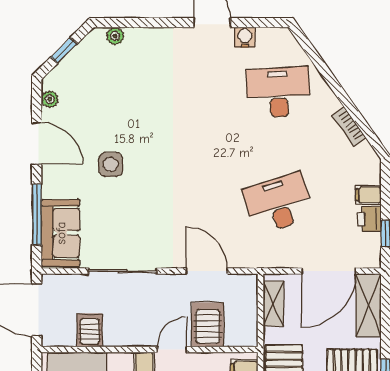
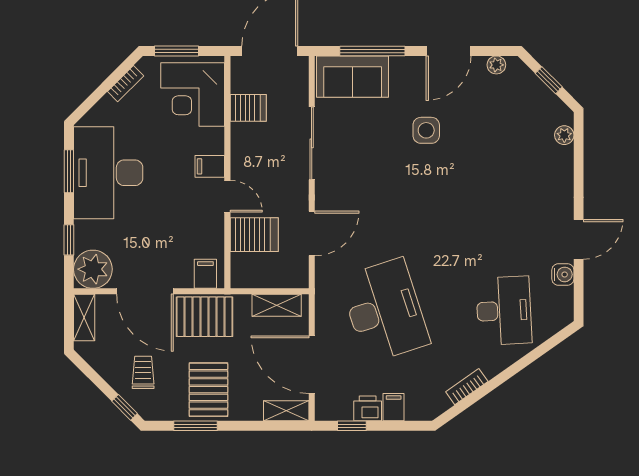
desk: (278, 203) -> (385, 311), width x1.36, depth x1.30
shelving: (368, 305) -> (286, 411), width x0.67, depth x0.75

